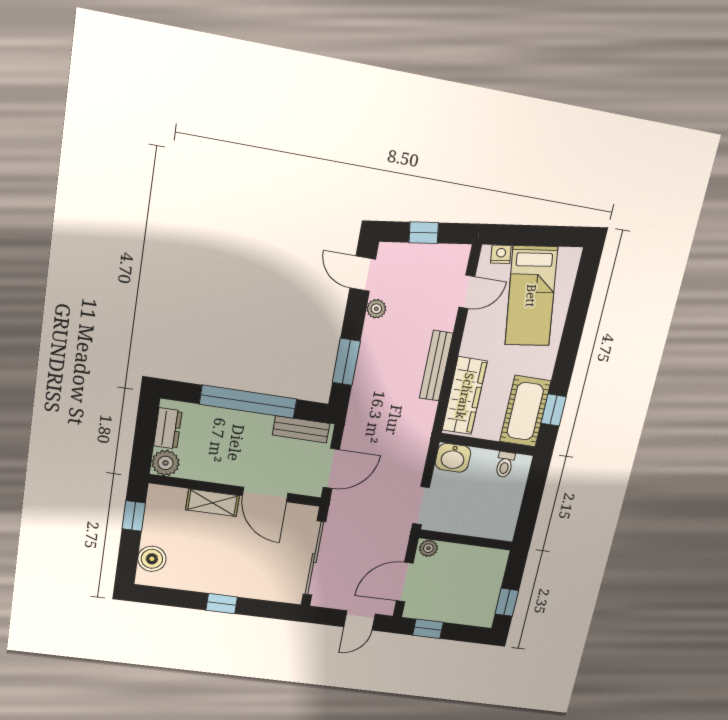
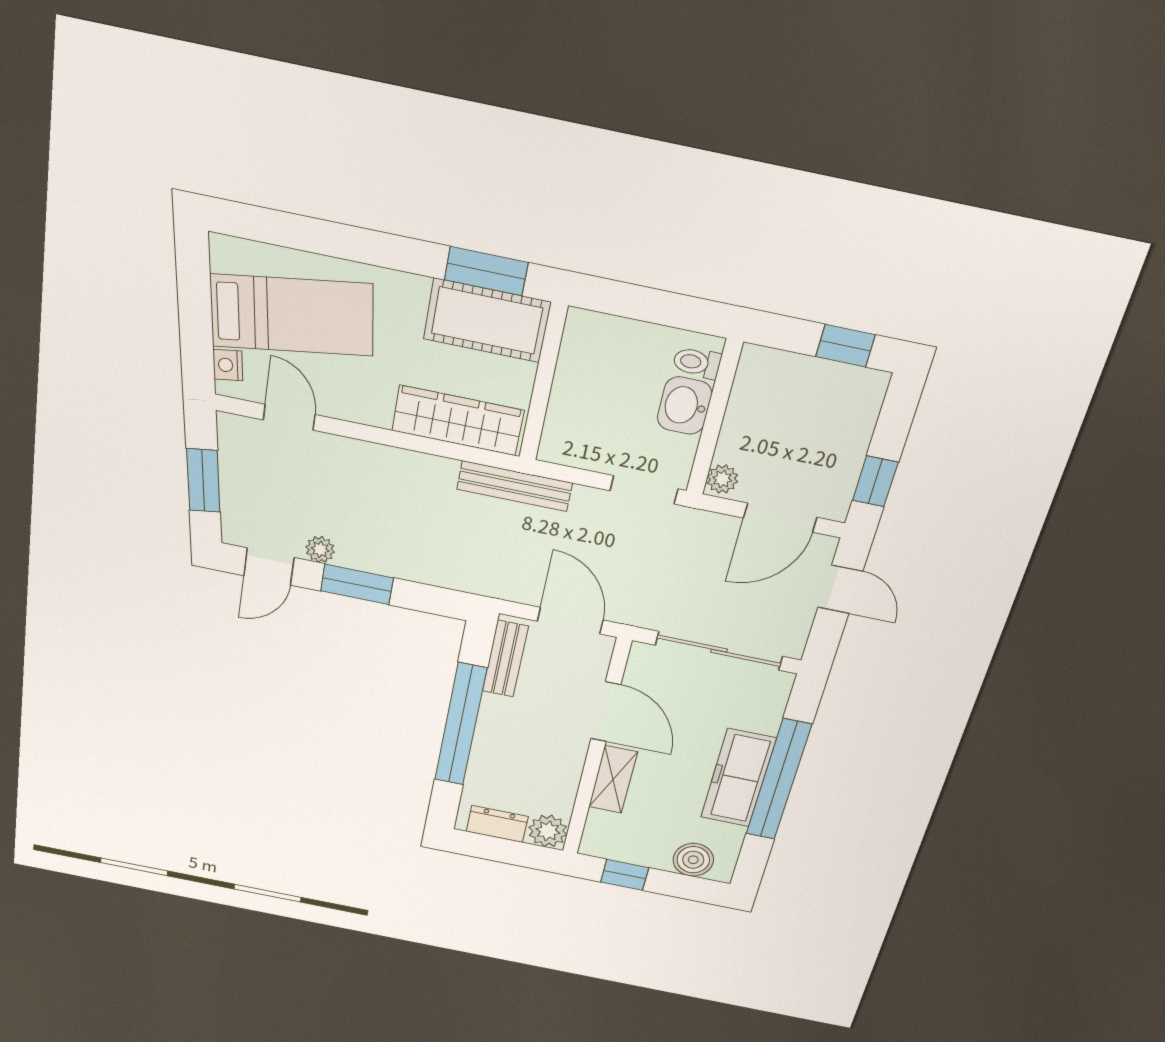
window: (424, 233) -> (203, 481), width x1.50
window: (346, 362) -> (357, 584), moved
bench: (436, 366) -> (515, 486), moved
window: (554, 410) -> (486, 271), width x1.50
washbasin: (453, 458) -> (685, 406), moved, turned 180
toilet: (505, 465) -> (697, 363), moved, turned 180
door: (265, 494) -> (606, 712), hinge flipped
freezer: (221, 580) -> (738, 778), added
door: (405, 582) -> (780, 518), hinge flipped
window: (222, 604) -> (779, 780), width x3.17

